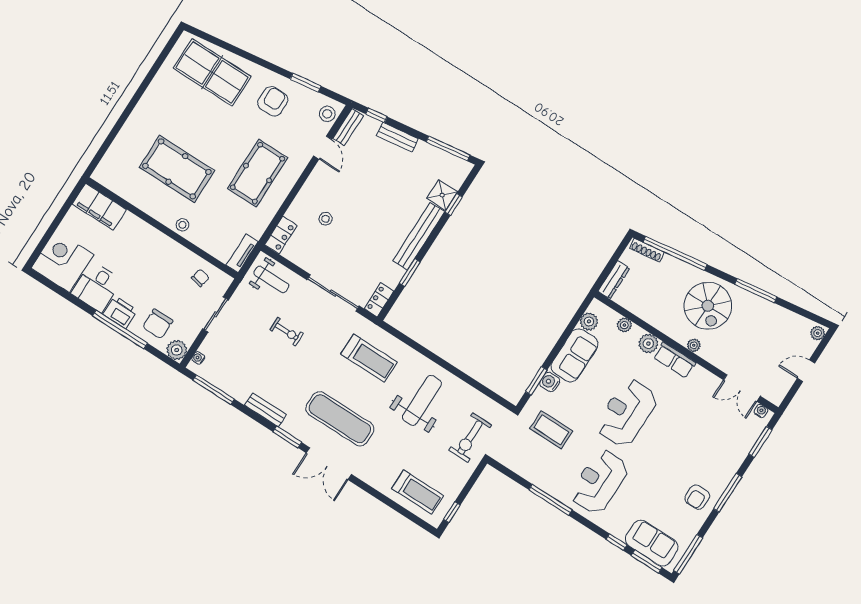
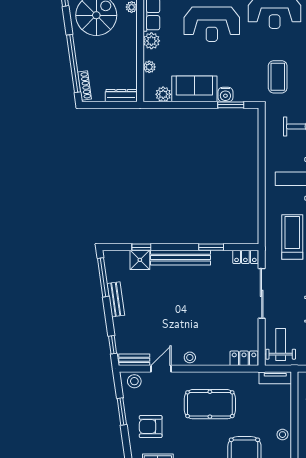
bench: (397, 137) -> (116, 299), moved
stool: (326, 219) -> (190, 357), moved
coffee table: (551, 430) -> (278, 77), moved

